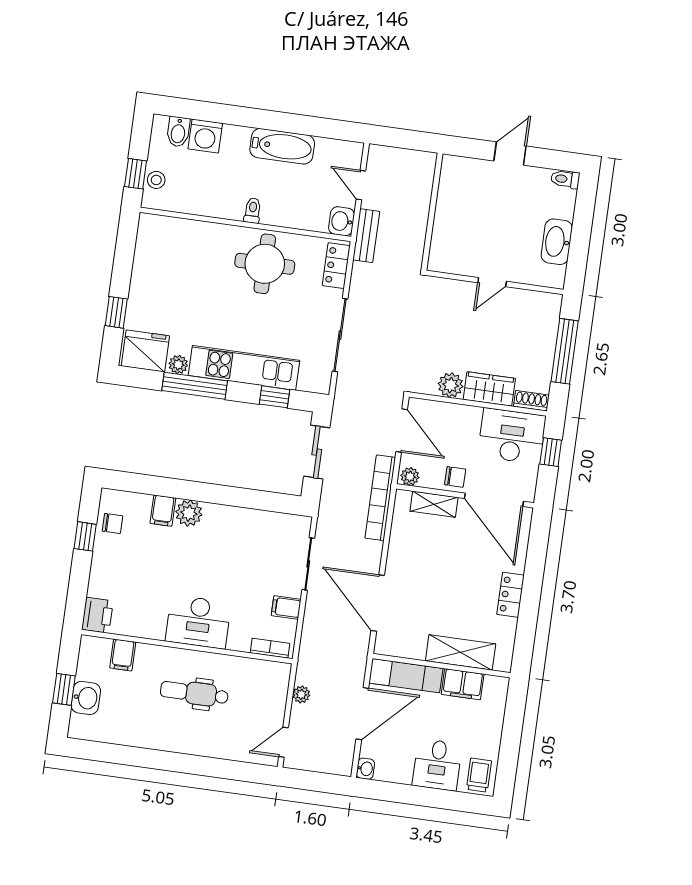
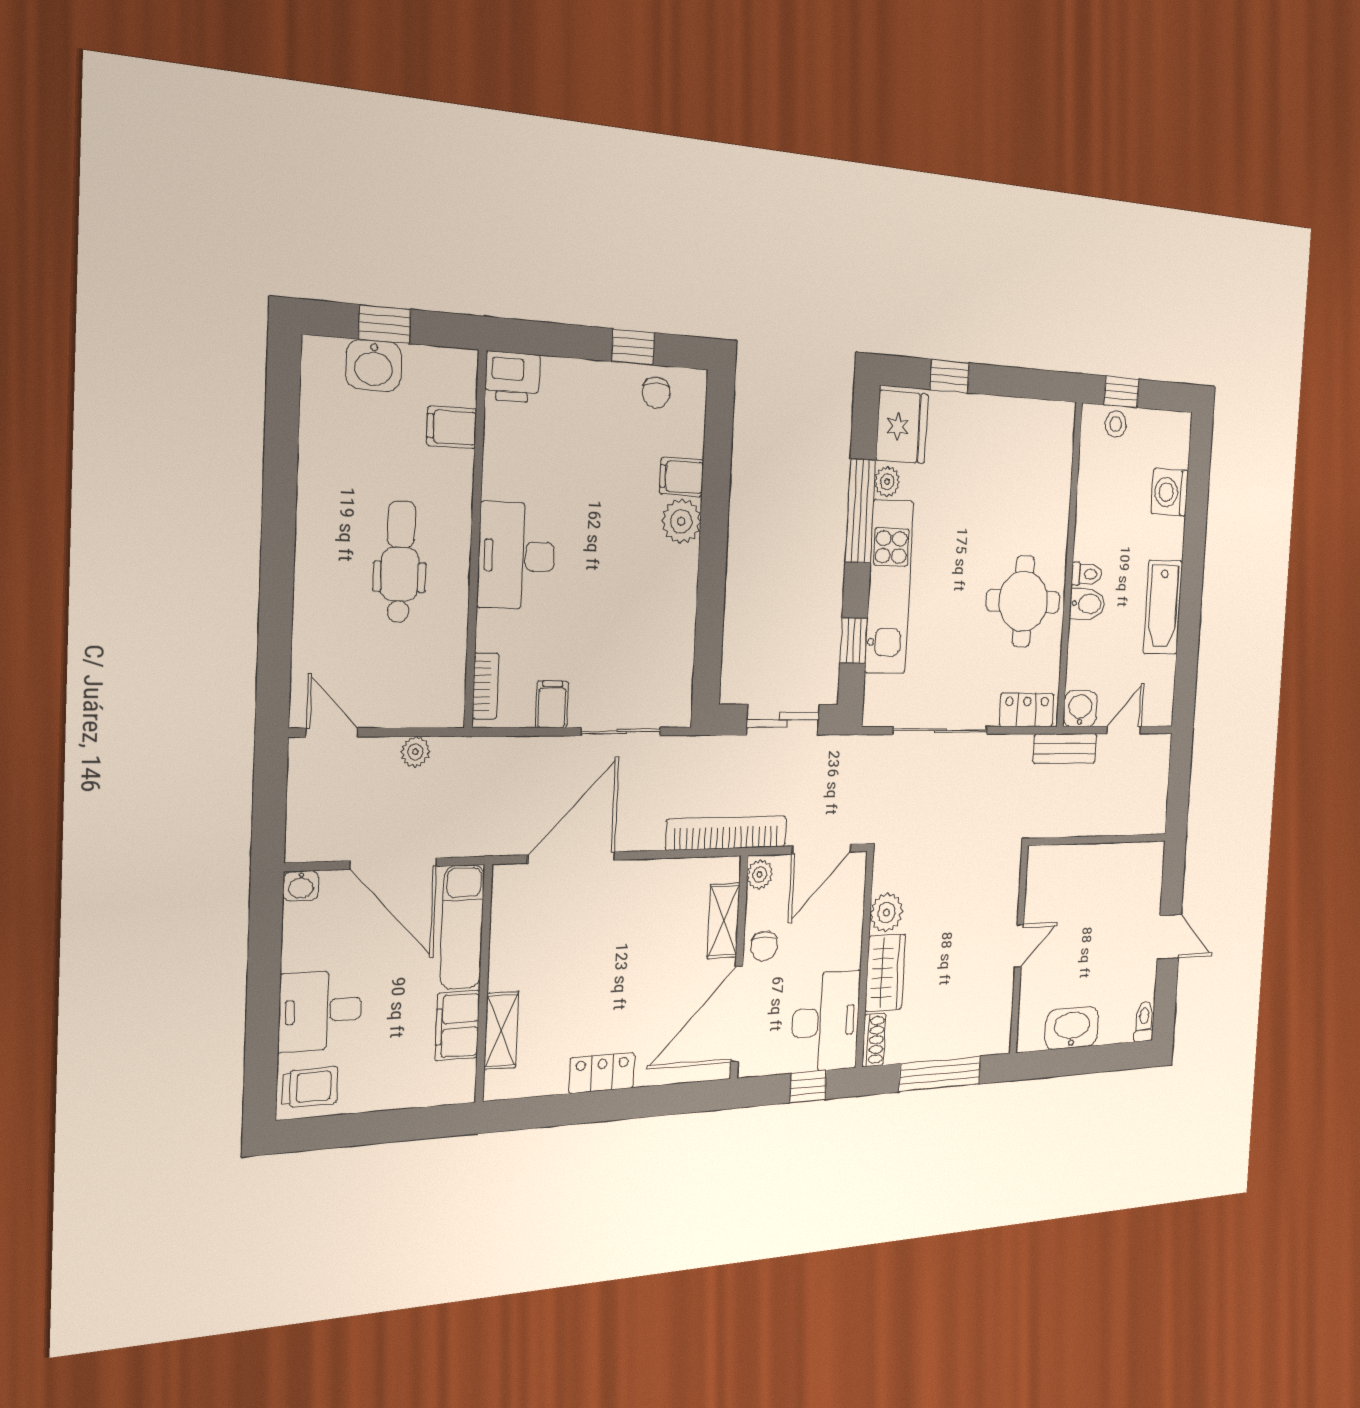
bidet: (178, 132) -> (1087, 604), moved, turned 180
door: (492, 282) -> (1019, 946), swing flipped
shelving: (461, 652) -> (501, 1030), width x0.67, depth x0.75

